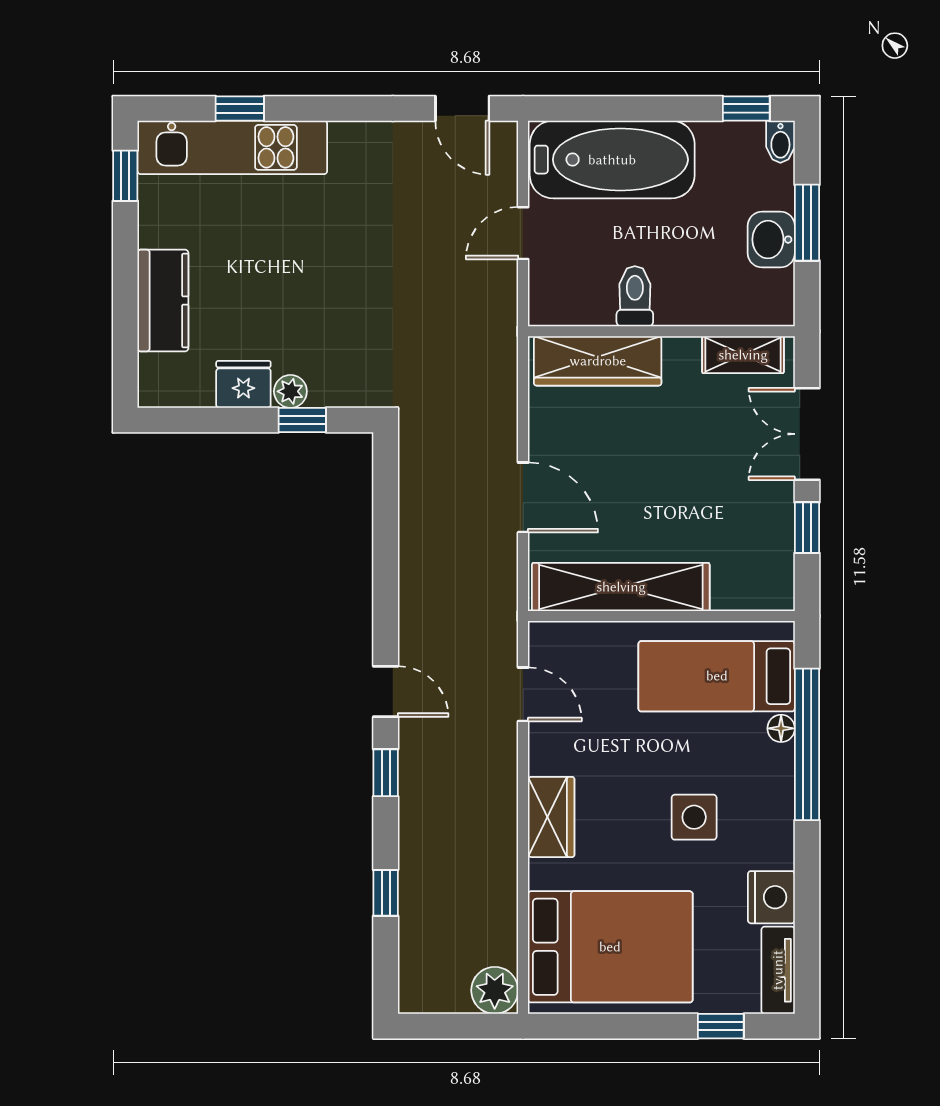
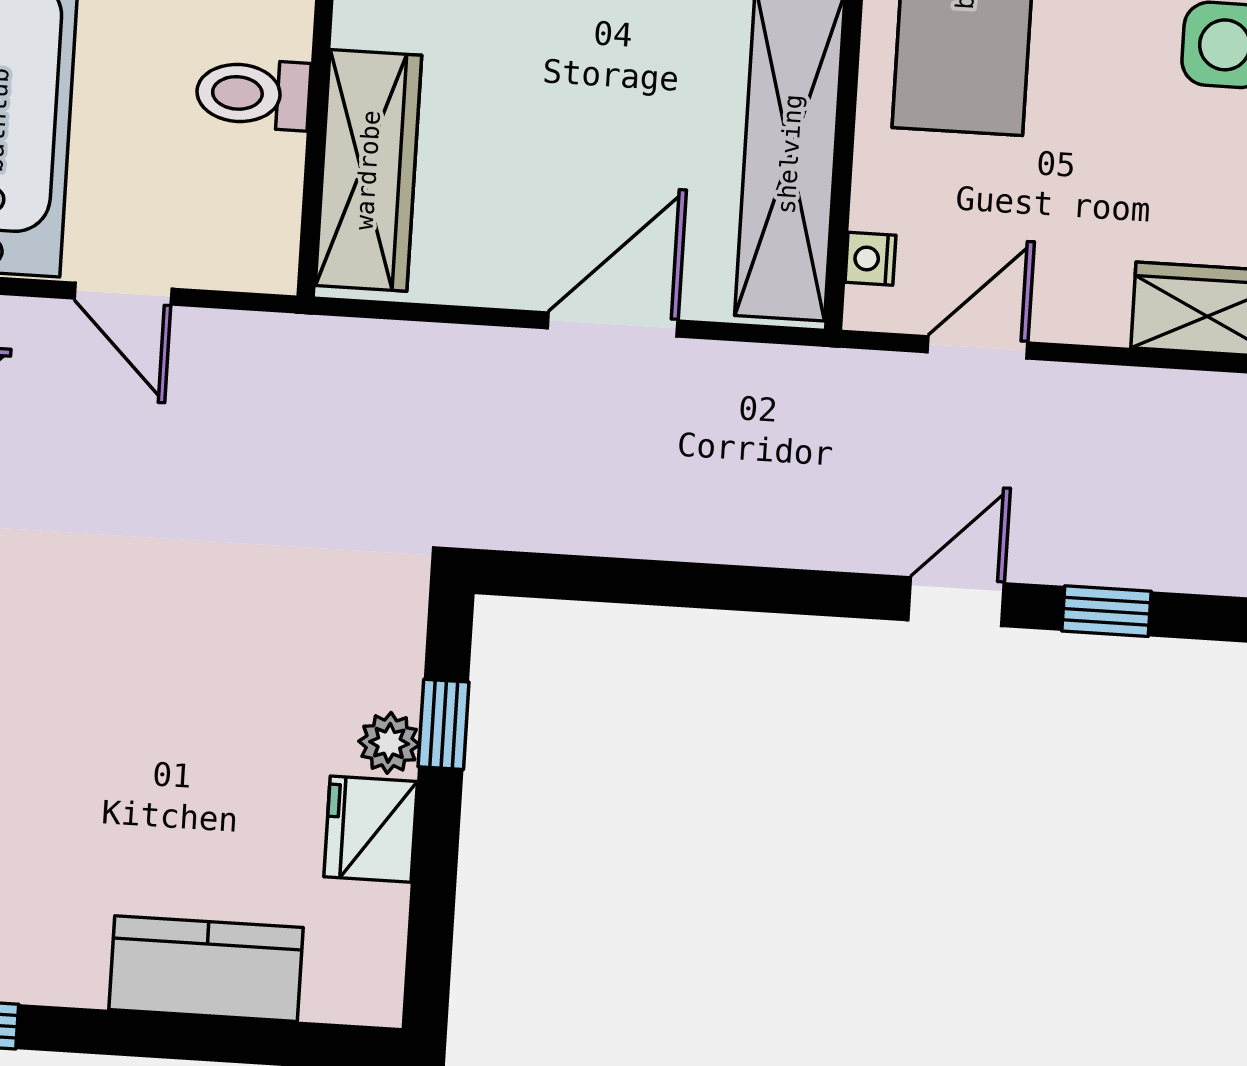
nightstand: (567, 634) -> (870, 259), added

